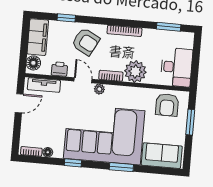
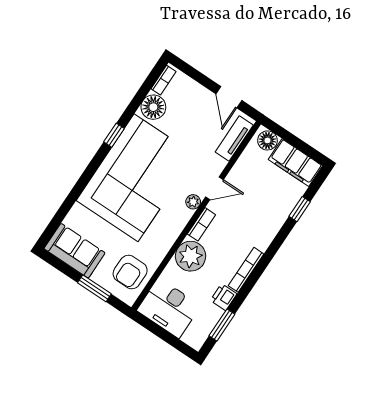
armchair: (86, 42) -> (259, 217), removed
printer: (59, 69) -> (224, 297), moved, turned 180
armchair: (167, 105) -> (130, 272), turned -90
floor lamp: (48, 152) -> (153, 107), width x1.89, depth x1.89
sofa: (162, 156) -> (75, 251), moved, turned -90
window: (73, 163) -> (114, 135), moved
window: (121, 167) -> (86, 177), removed

